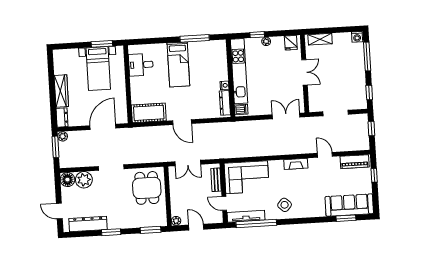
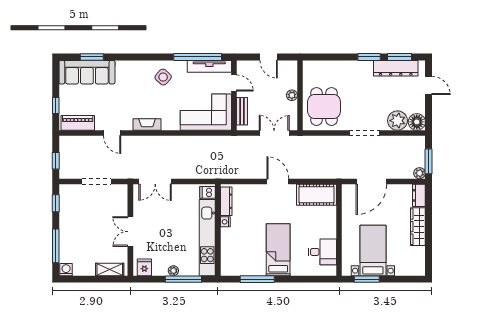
window: (257, 35) -> (183, 279), width x2.17
plant: (176, 221) -> (292, 95), moved
window: (151, 230) -> (400, 57), moved

